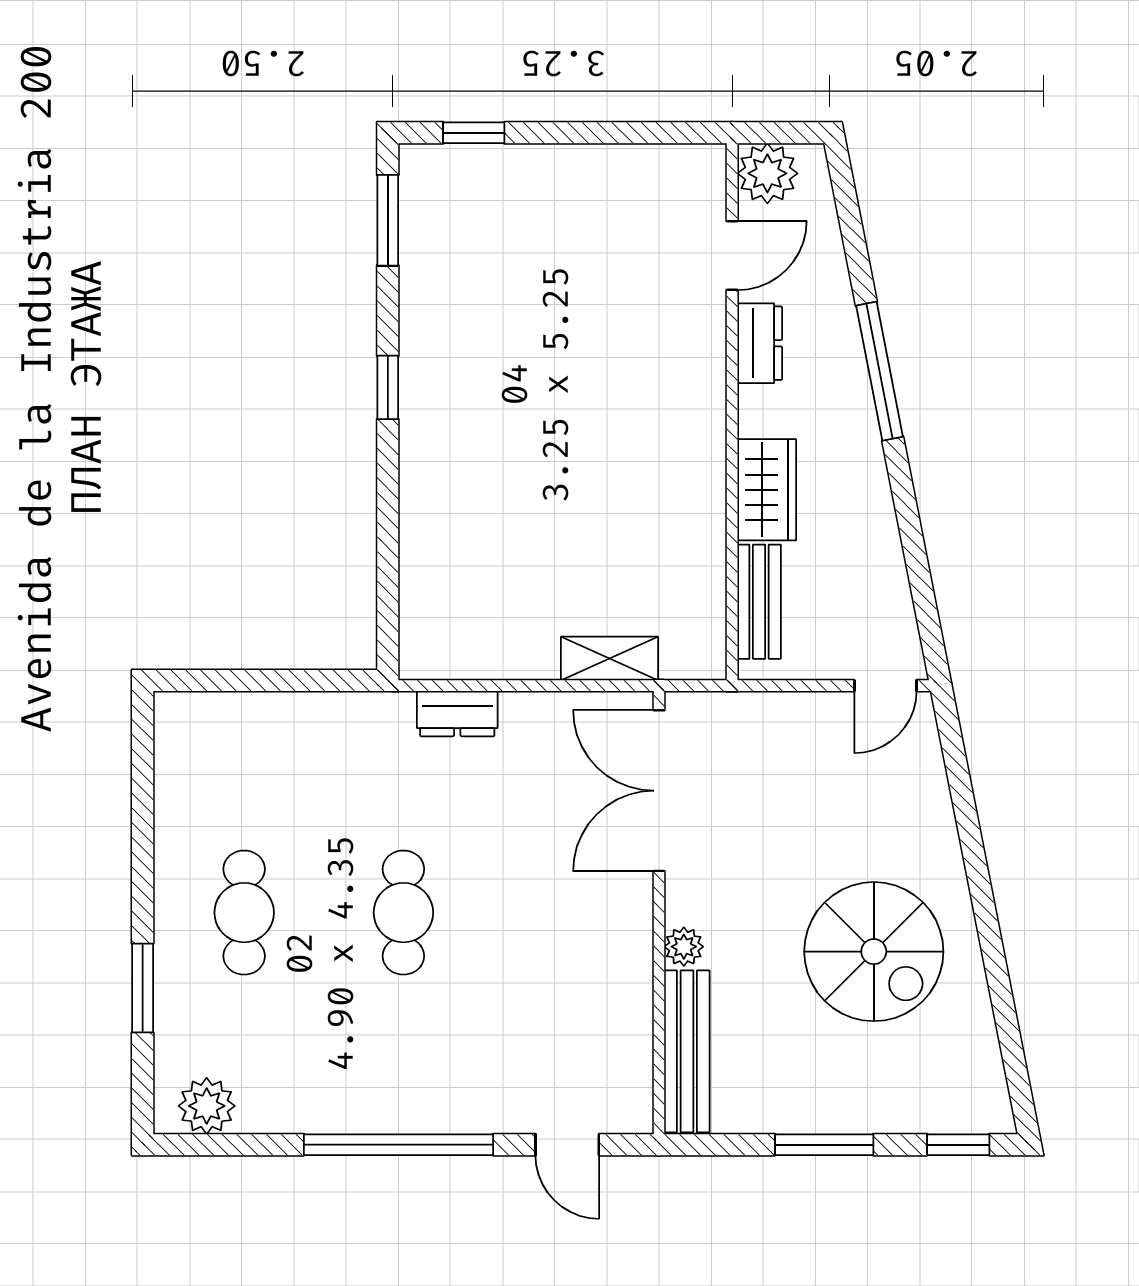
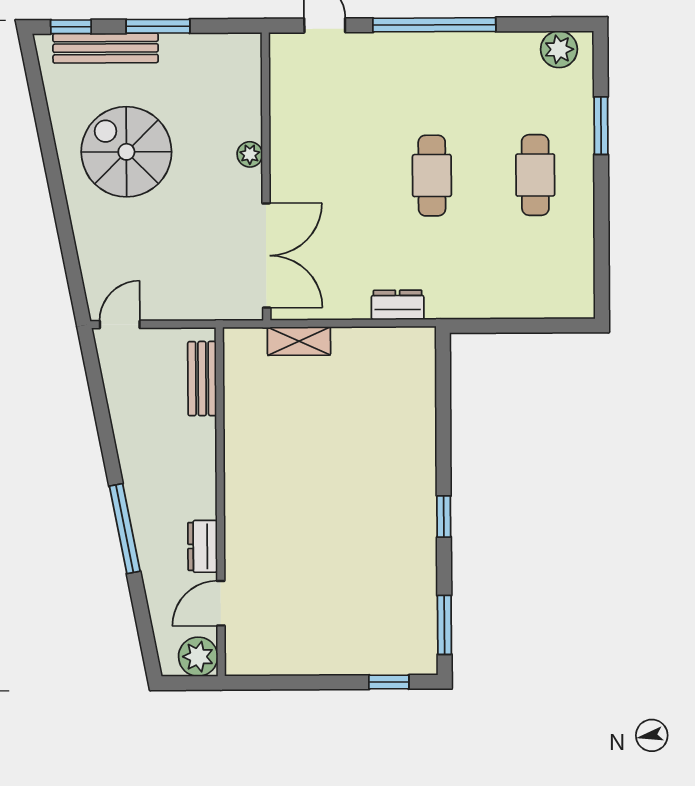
wardrobe: (767, 490) -> (198, 451), removed
bench: (687, 1051) -> (106, 48), moved, turned 90

